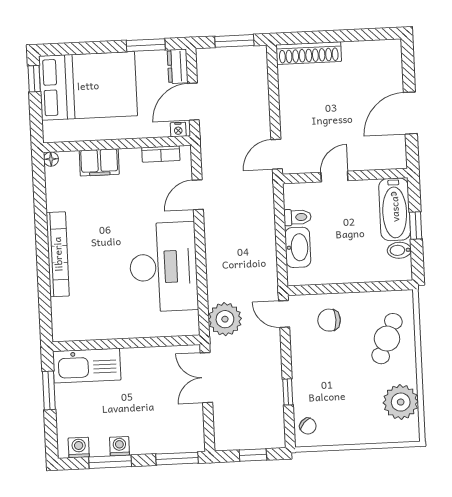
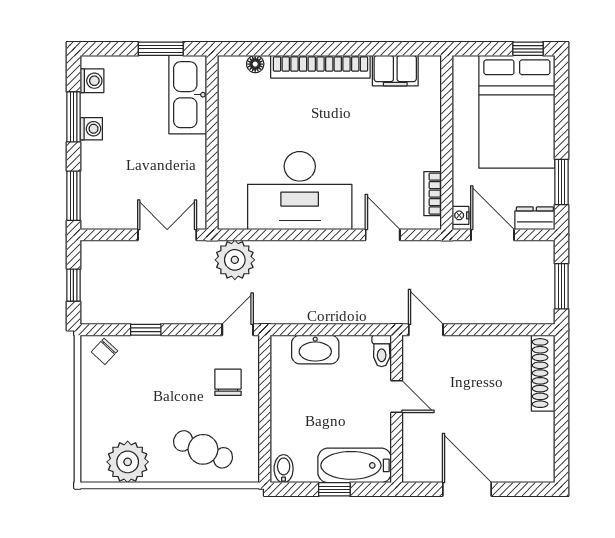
floor lamp: (51, 159) -> (255, 64), moved
filing cabinet: (99, 162) -> (395, 71), moved, turned -90
toilet: (297, 217) -> (382, 351), moved
bidet: (399, 250) -> (284, 469), moved

